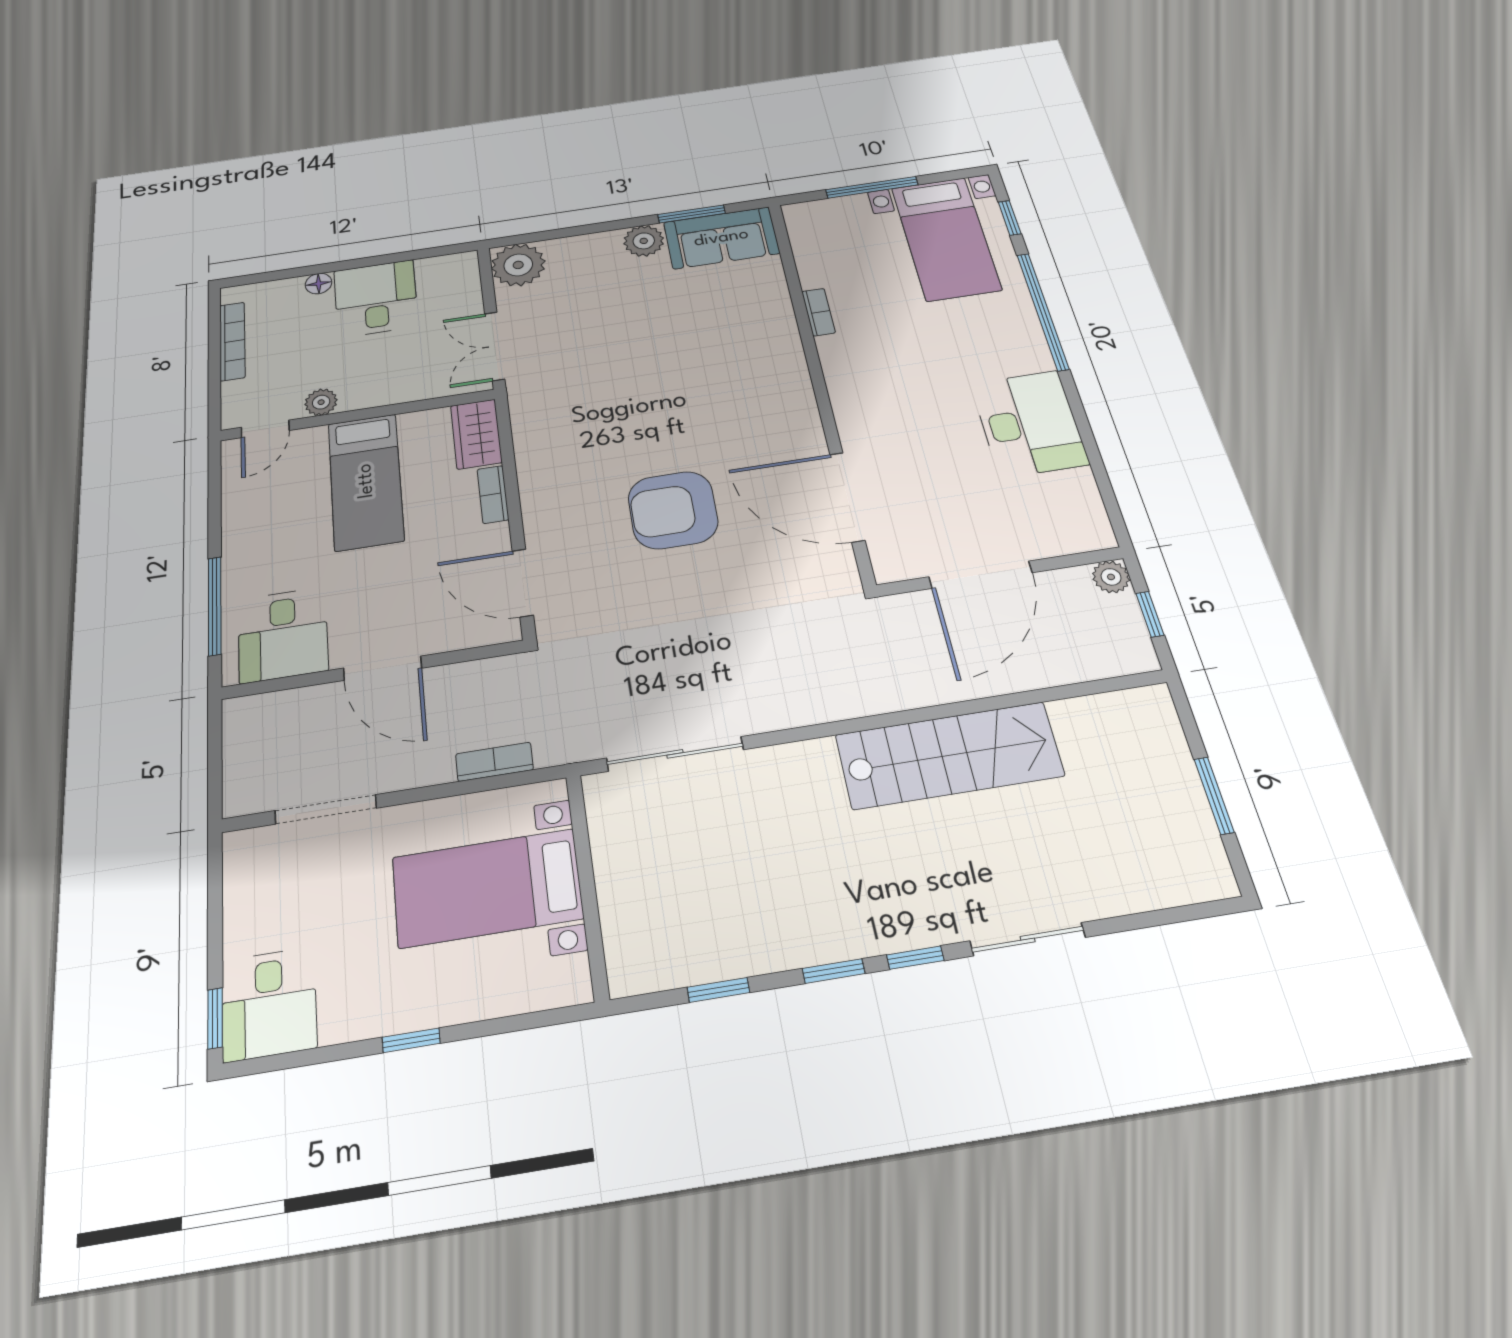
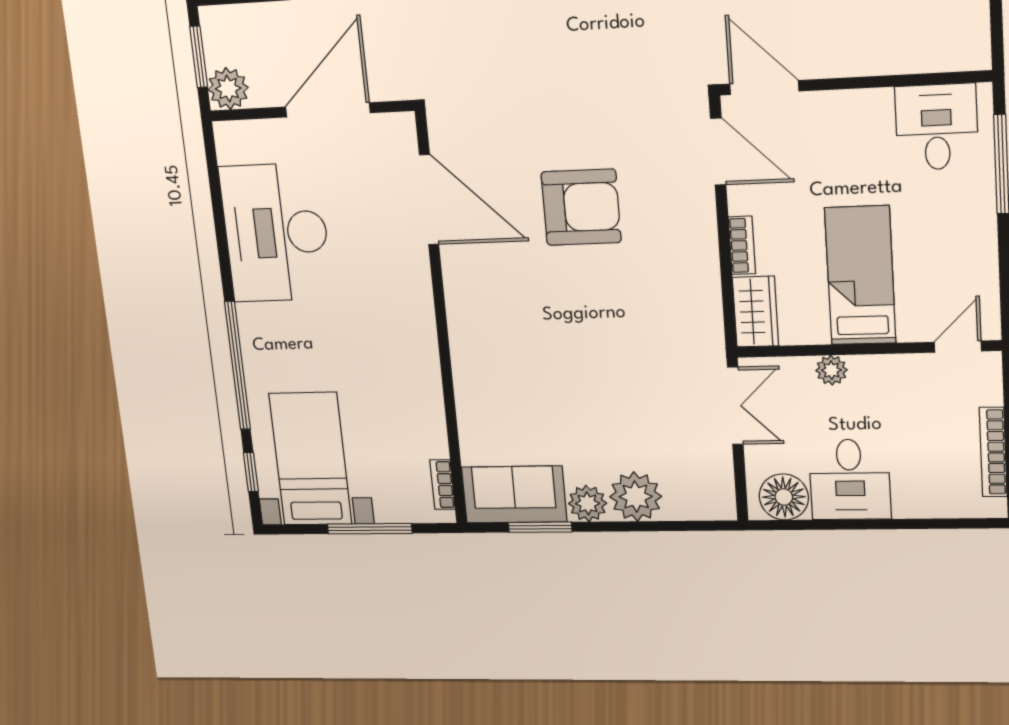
plant: (518, 265) -> (636, 497), moved
floor lamp: (319, 284) -> (784, 497), moved, width x1.89, depth x1.89
bookcase: (818, 312) -> (443, 485), moved
plant: (321, 402) -> (831, 370), moved
desk: (1029, 424) -> (276, 233), width x1.36, depth x1.30
plant: (1111, 577) -> (228, 89), width x1.38, depth x1.38
window: (1150, 614) -> (199, 57), width x1.50
door: (382, 668) -> (764, 88), moved

